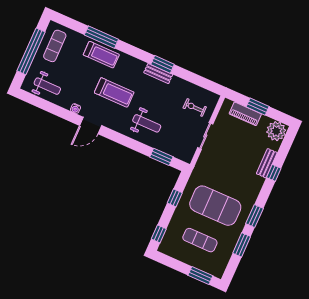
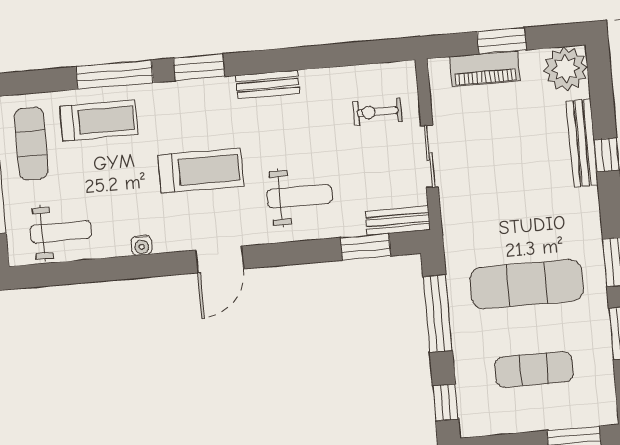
treadmill: (101, 55) -> (99, 120), moved
window: (163, 64) -> (199, 67), moved
door: (91, 125) -> (220, 260), moved
bench: (179, 154) -> (398, 221), added
bench: (267, 163) -> (582, 143), width x1.36
window: (175, 198) -> (438, 314), width x2.17
exercise mat: (215, 206) -> (527, 284), width x0.68

